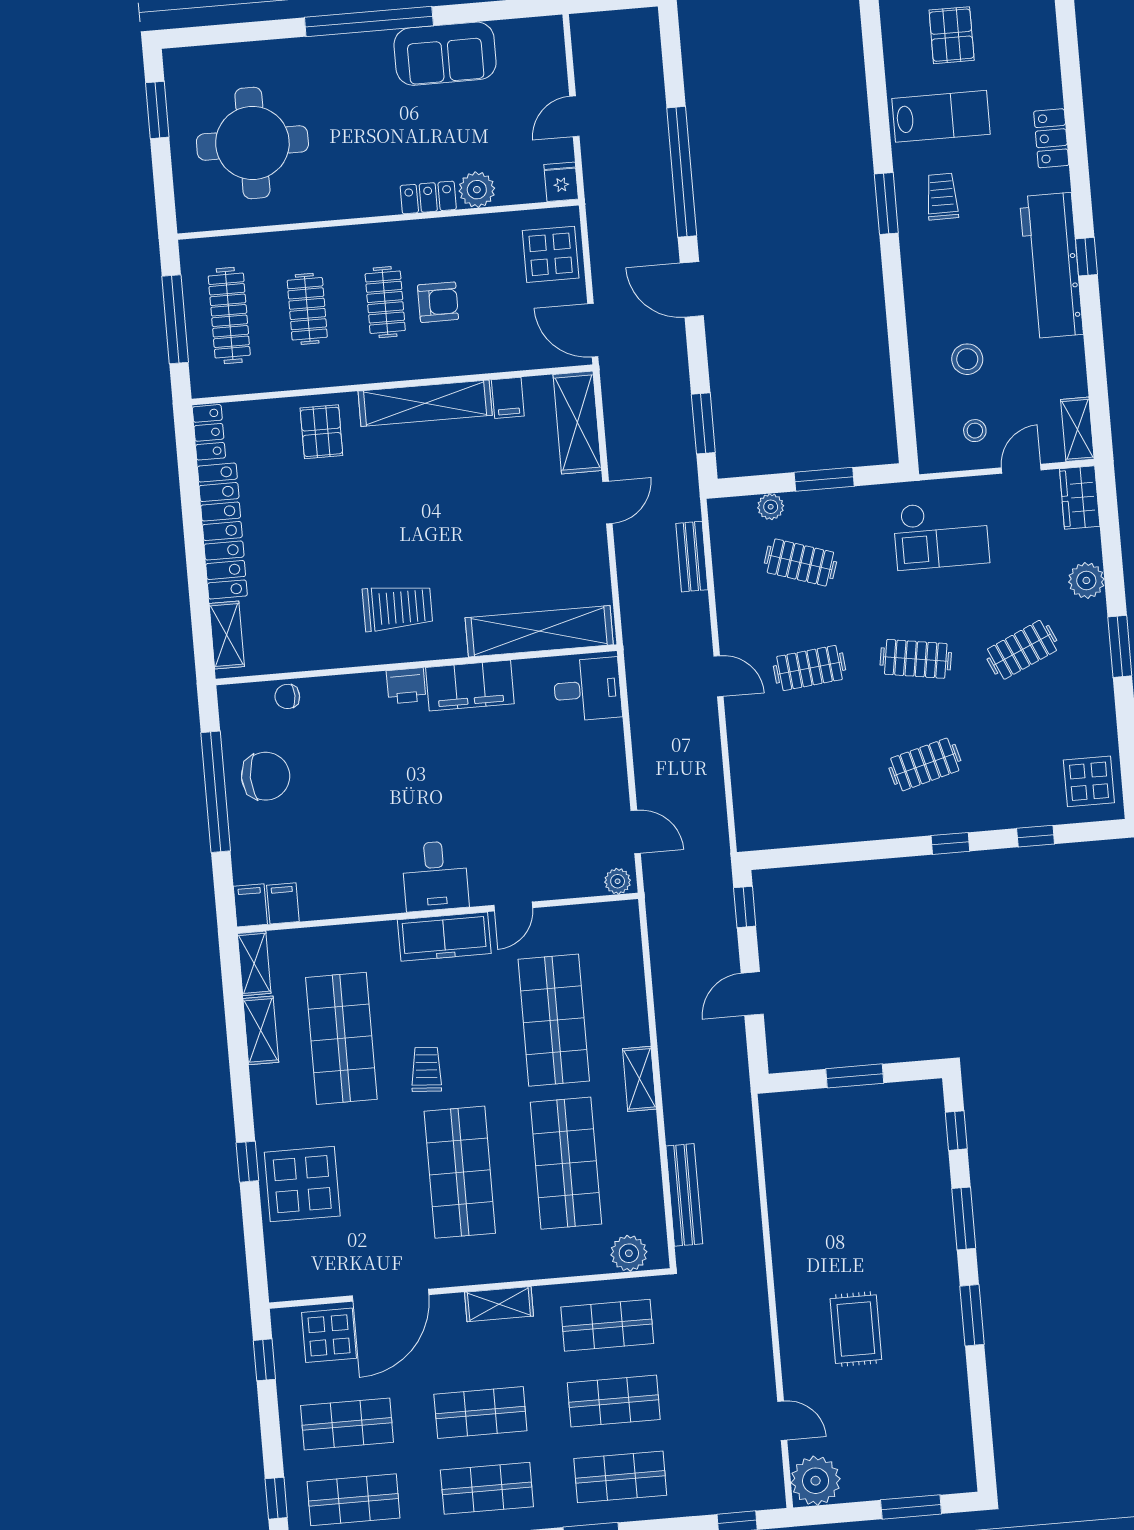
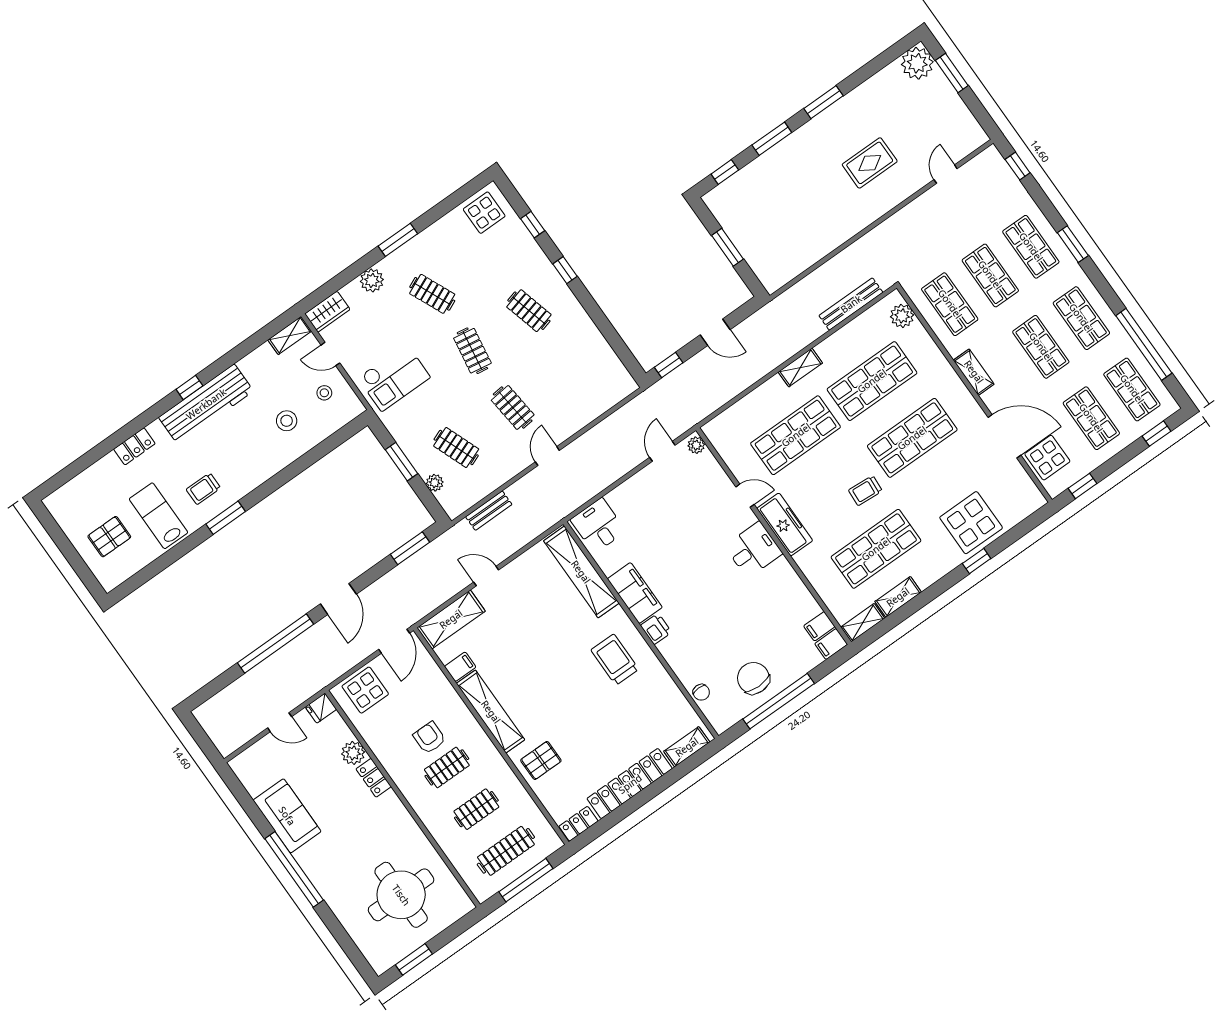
checkout: (941, 535) -> (394, 378), turned 90
clothes rail: (800, 562) -> (456, 447), turned -39
plant: (816, 1481) -> (917, 63), moved

